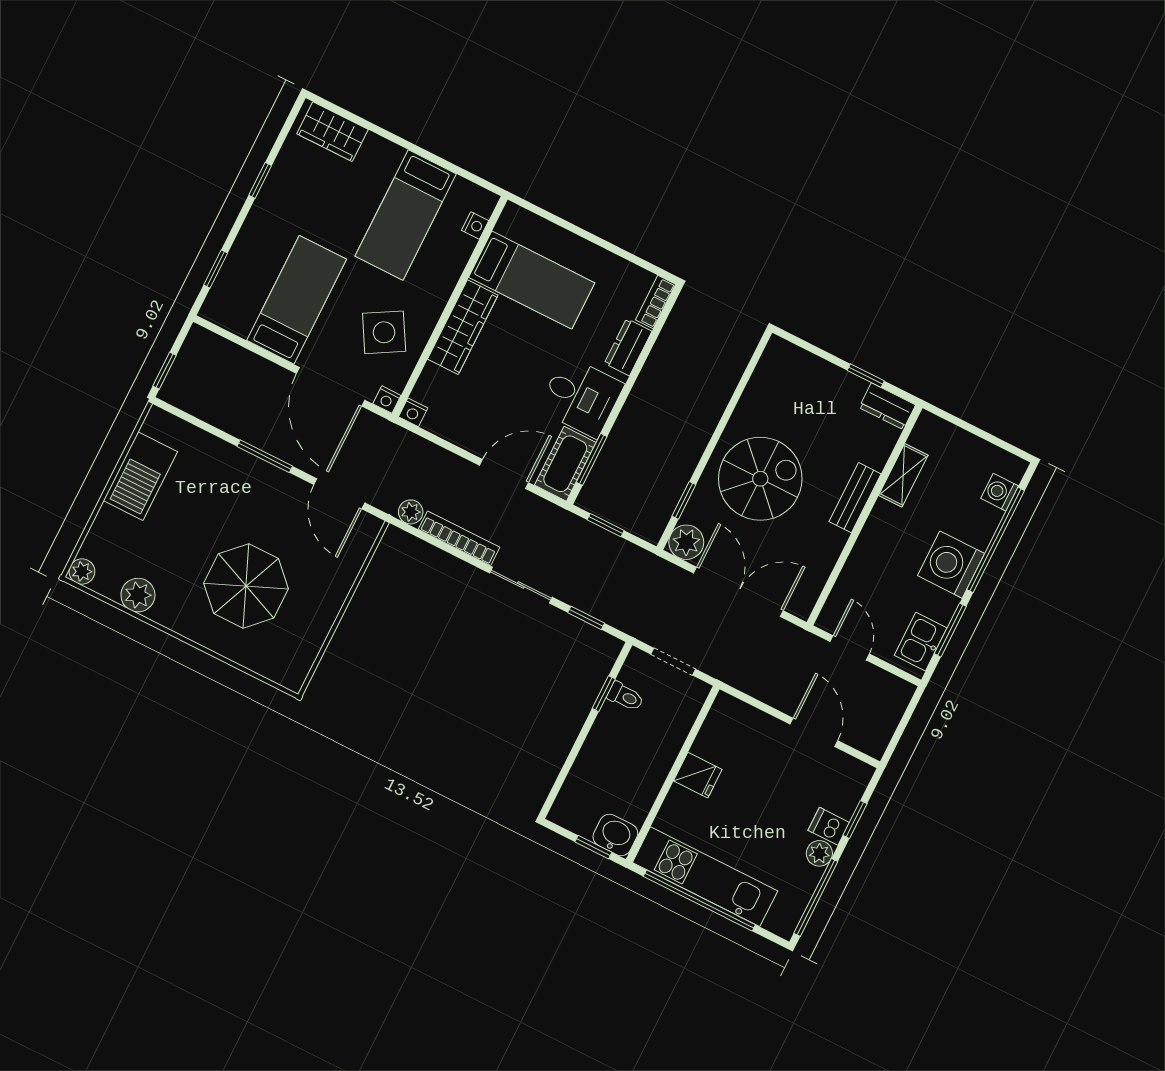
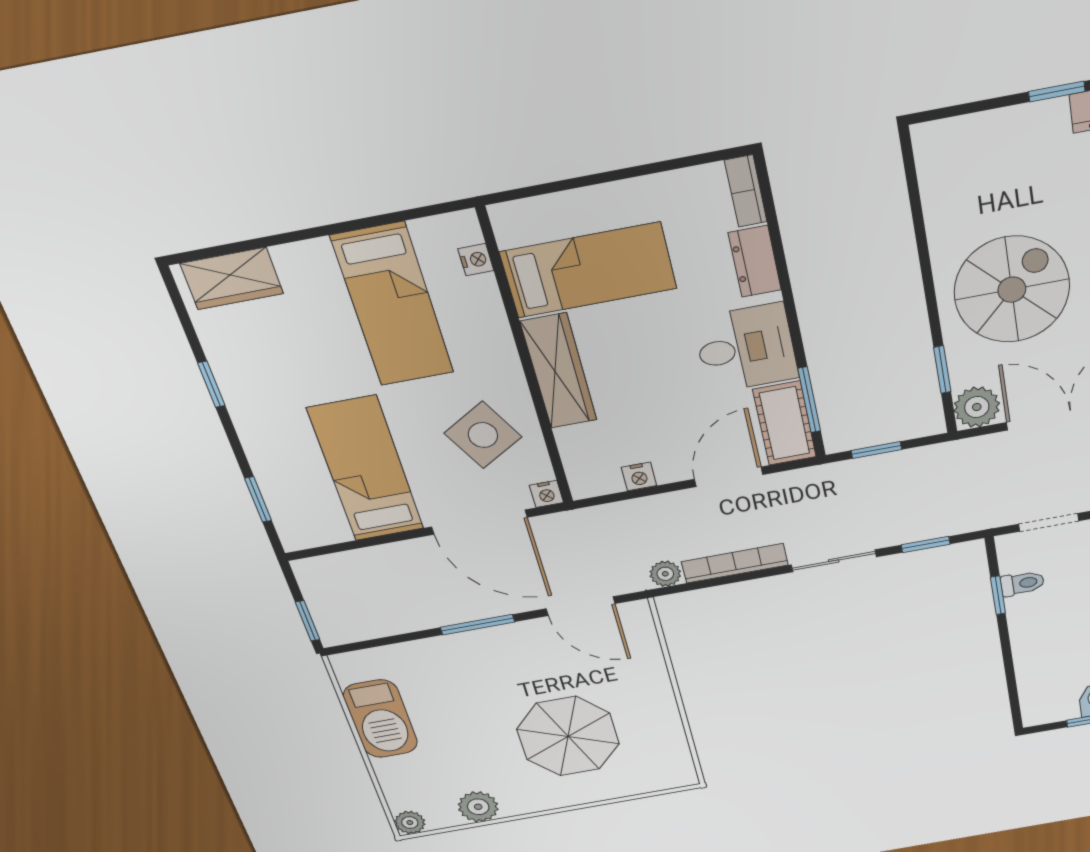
nightstand: (413, 412) -> (639, 476), moved

